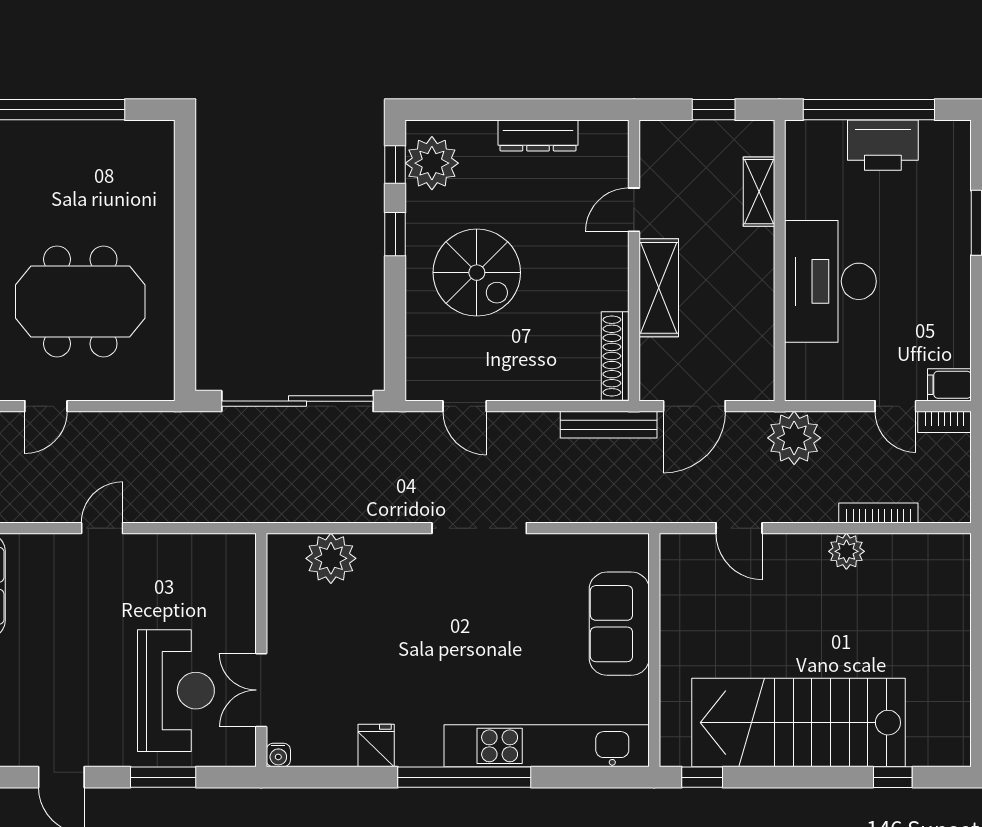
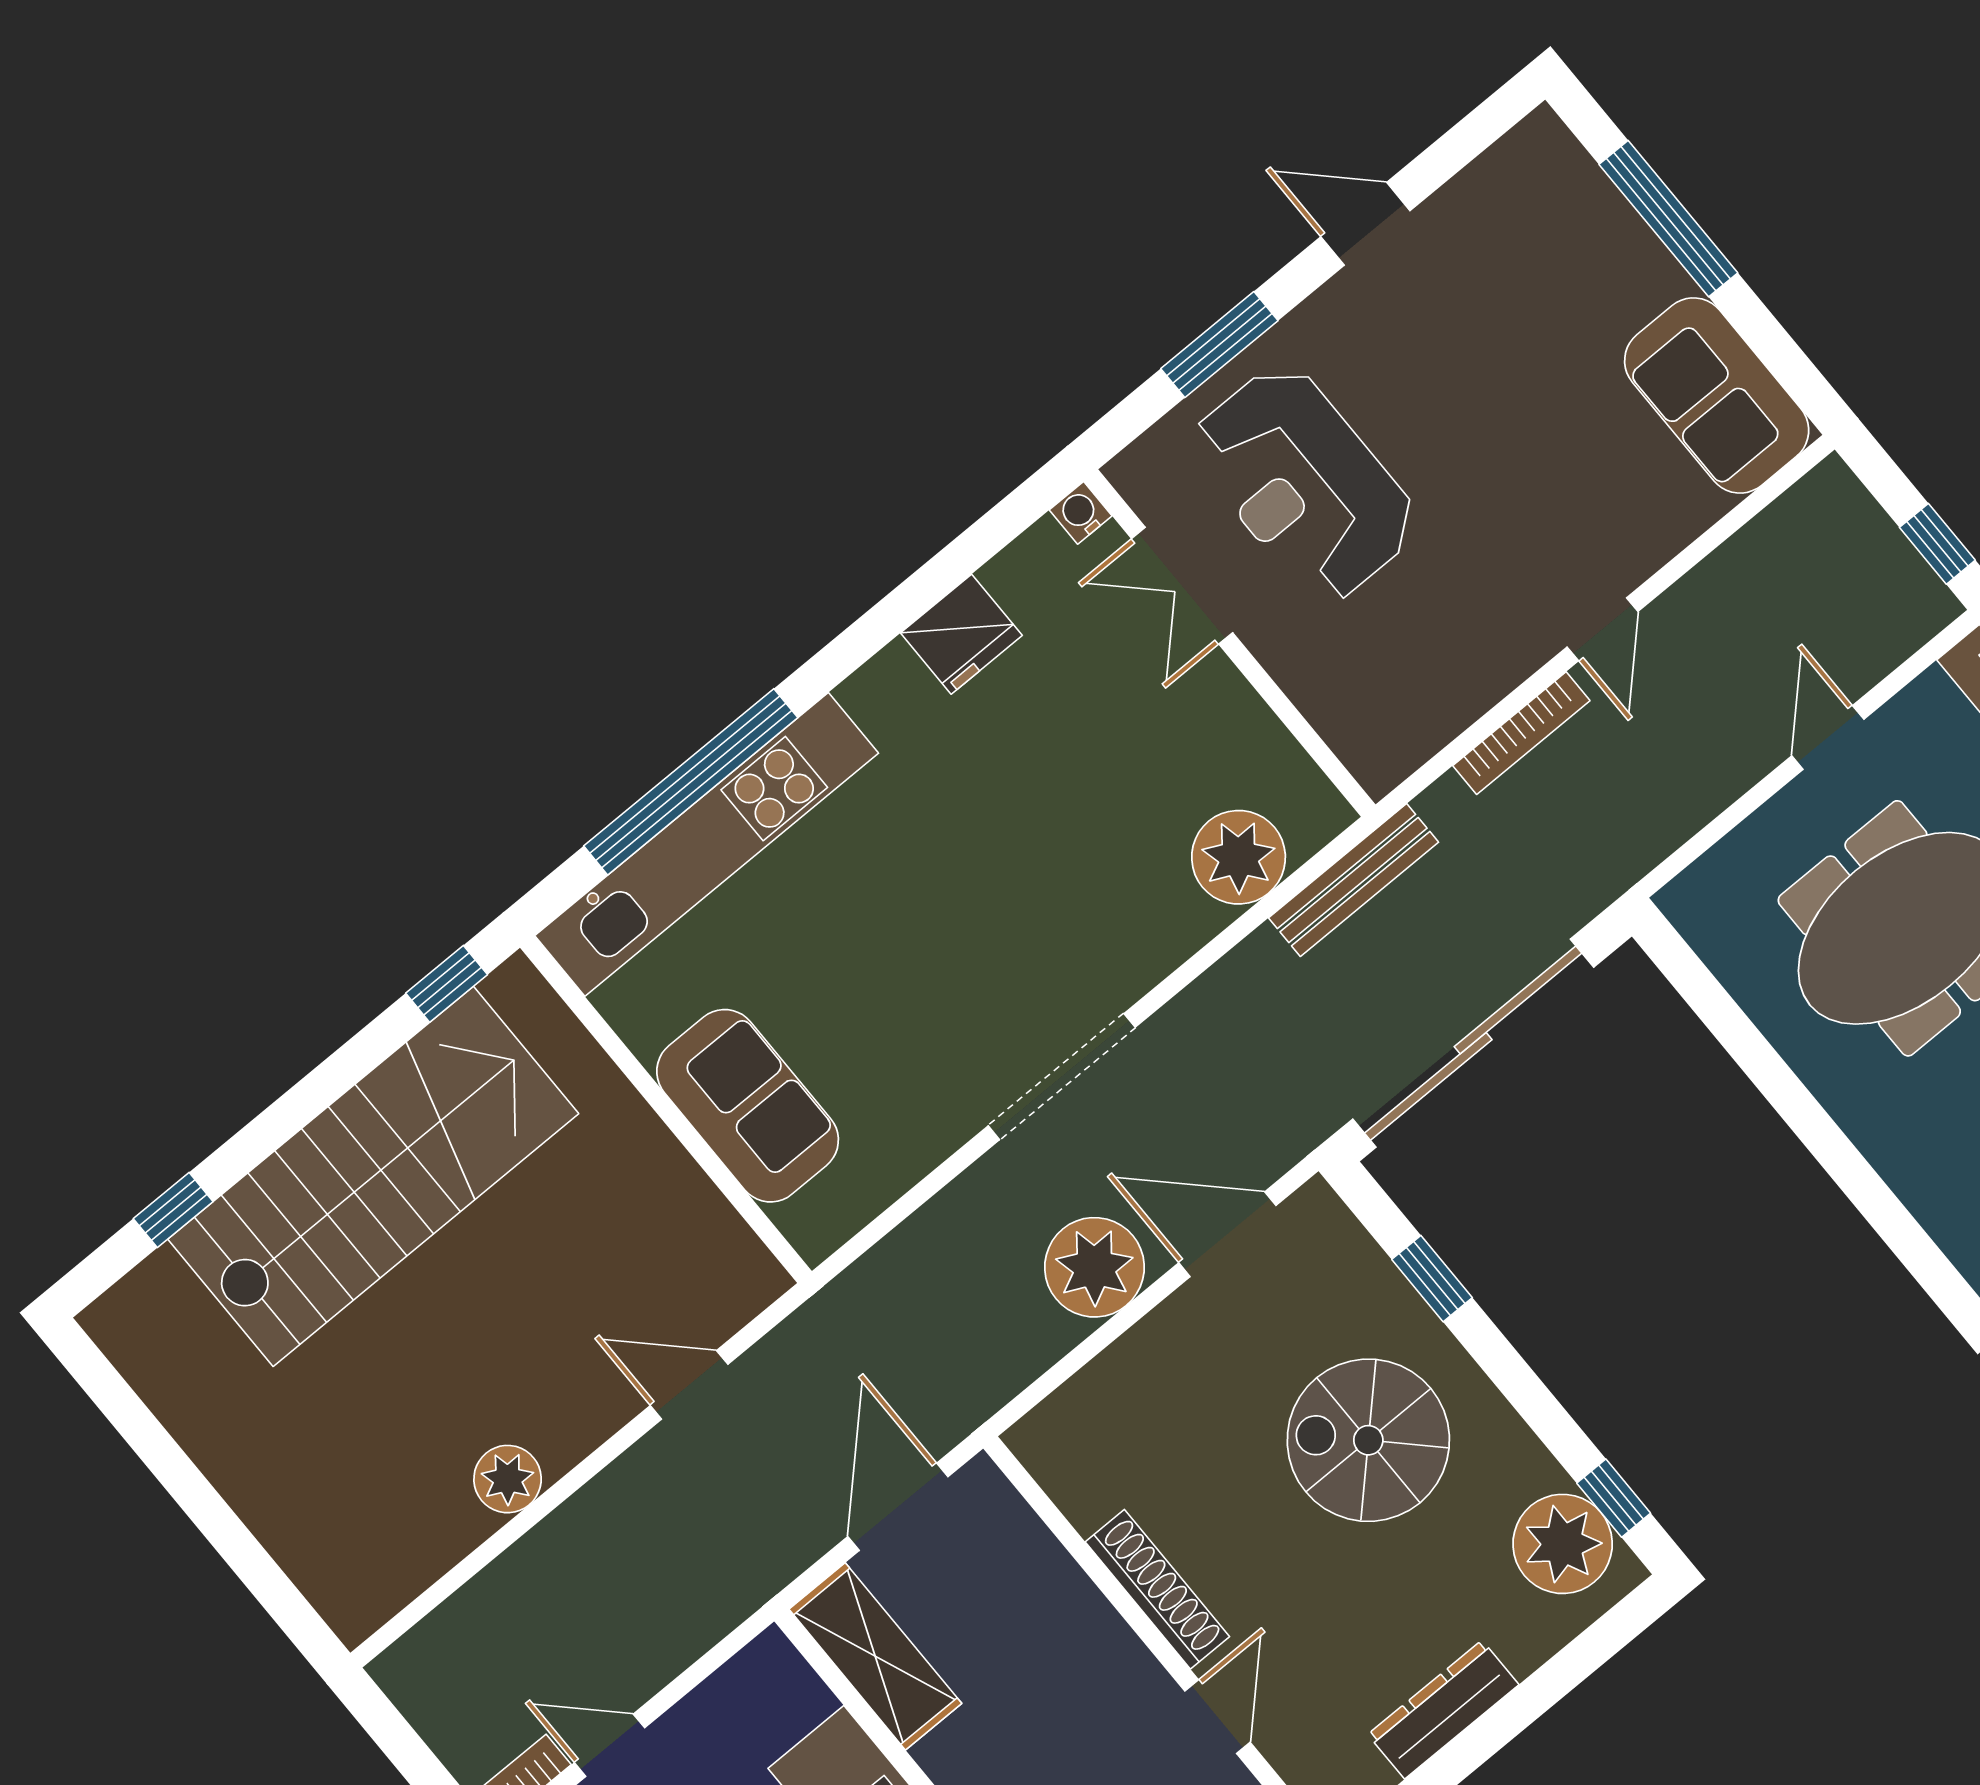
window: (395, 234) -> (1432, 1279), moved
shelving: (659, 288) -> (875, 1656), moved
shoe rack: (615, 356) -> (1157, 1589), moved
door: (465, 406) -> (1227, 1234), width x1.38
bench: (609, 425) -> (1354, 880), moved
plant: (794, 438) -> (1094, 1267), moved
bookcase: (878, 513) -> (1521, 733), moved
double door: (261, 690) -> (1182, 586), swing flipped
fridge: (376, 746) -> (961, 634), width x1.38
window: (464, 777) -> (691, 782), moved

